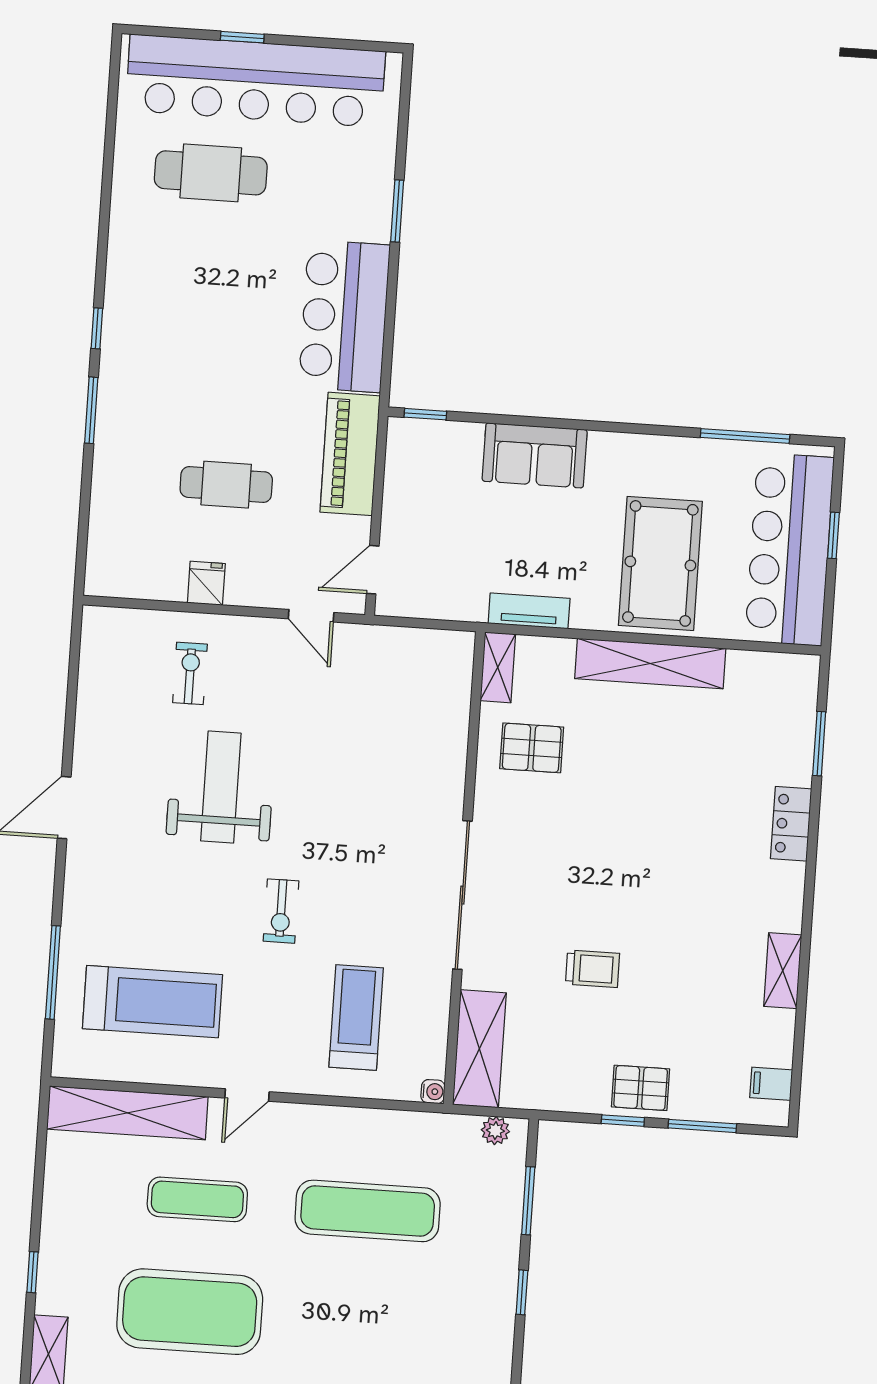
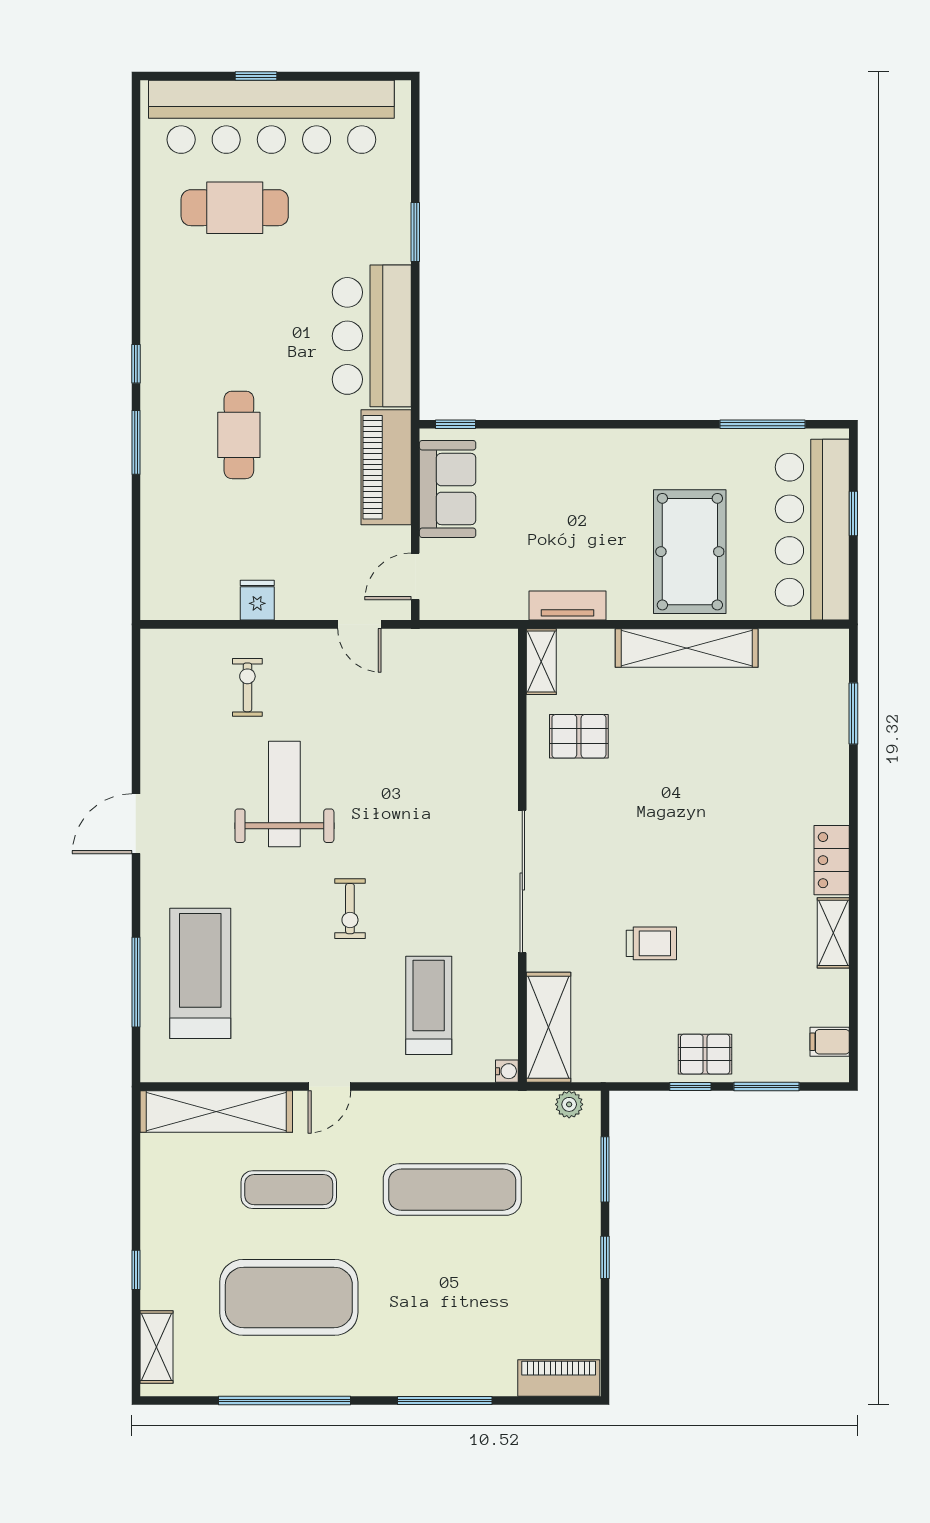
sofa: (535, 455) -> (448, 489), moved, turned -90
cafe table: (226, 485) -> (239, 435), moved, turned 90
locker: (791, 824) -> (832, 860), moved
treadmill: (152, 1002) -> (200, 973), moved, turned -90

